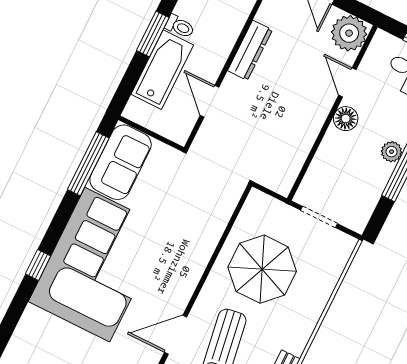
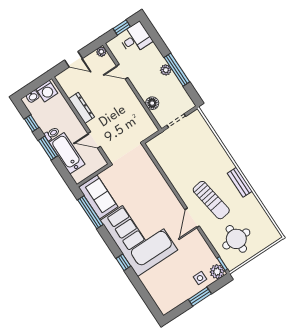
plant: (349, 33) -> (101, 52), width x0.53, depth x0.53
floor lamp: (346, 119) -> (152, 103), moved
parasol: (262, 269) -> (185, 161), removed

